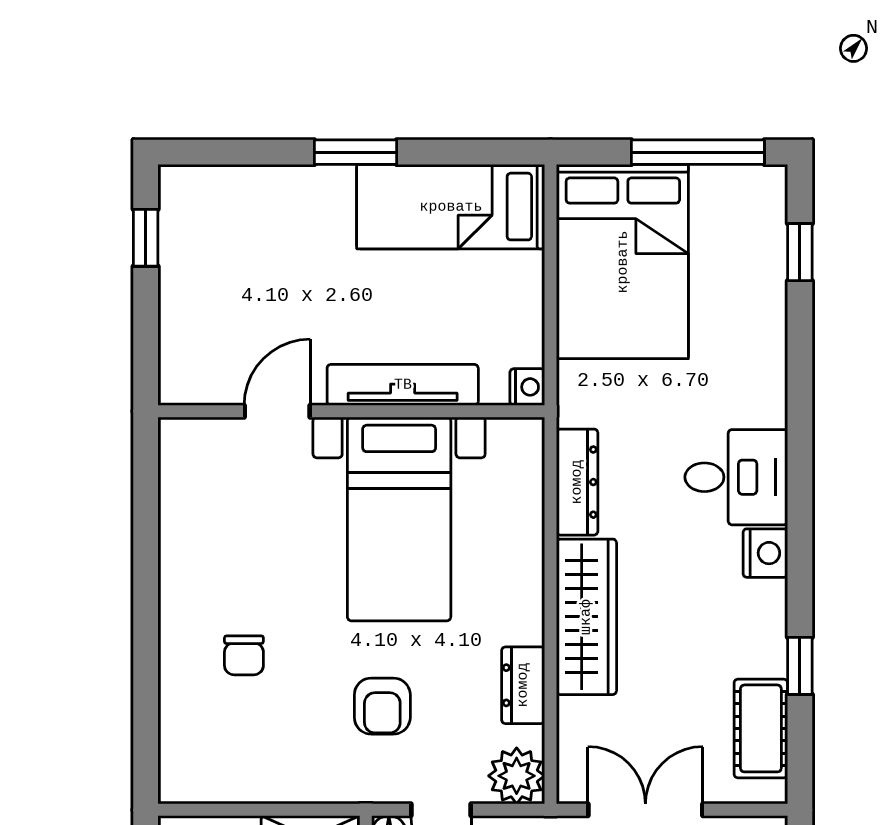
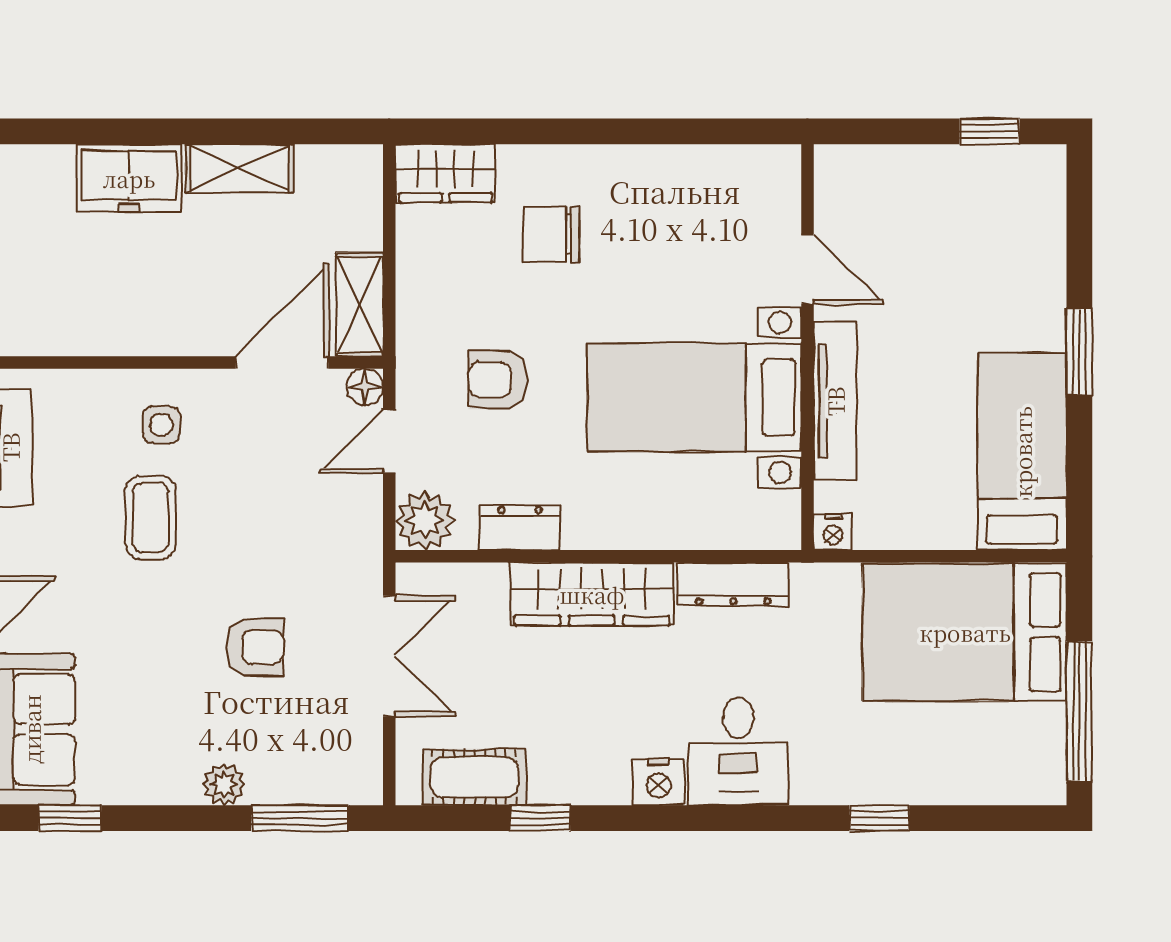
window: (800, 252) -> (879, 818), moved
chair: (244, 655) -> (551, 235), width x1.37, depth x1.37
wardrobe: (186, 756) -> (445, 173), added

